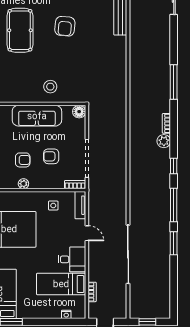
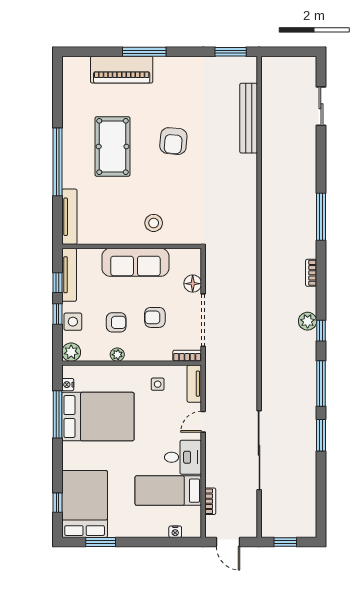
floor lamp: (79, 112) -> (193, 284), moved
plant: (164, 141) -> (308, 321), moved
door: (87, 233) -> (203, 422), swing flipped

